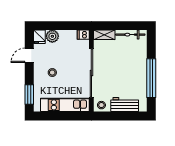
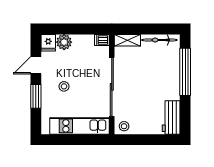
window: (151, 78) -> (185, 72), moved
window: (29, 94) -> (36, 96), moved
workbench: (125, 105) -> (171, 117), moved, turned -90

